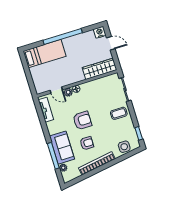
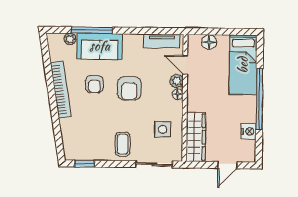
nightstand: (100, 32) -> (249, 131), moved
floor lamp: (37, 80) -> (209, 42), added
door: (56, 90) -> (185, 65), hinge flipped
side table: (124, 147) -> (163, 129), moved

